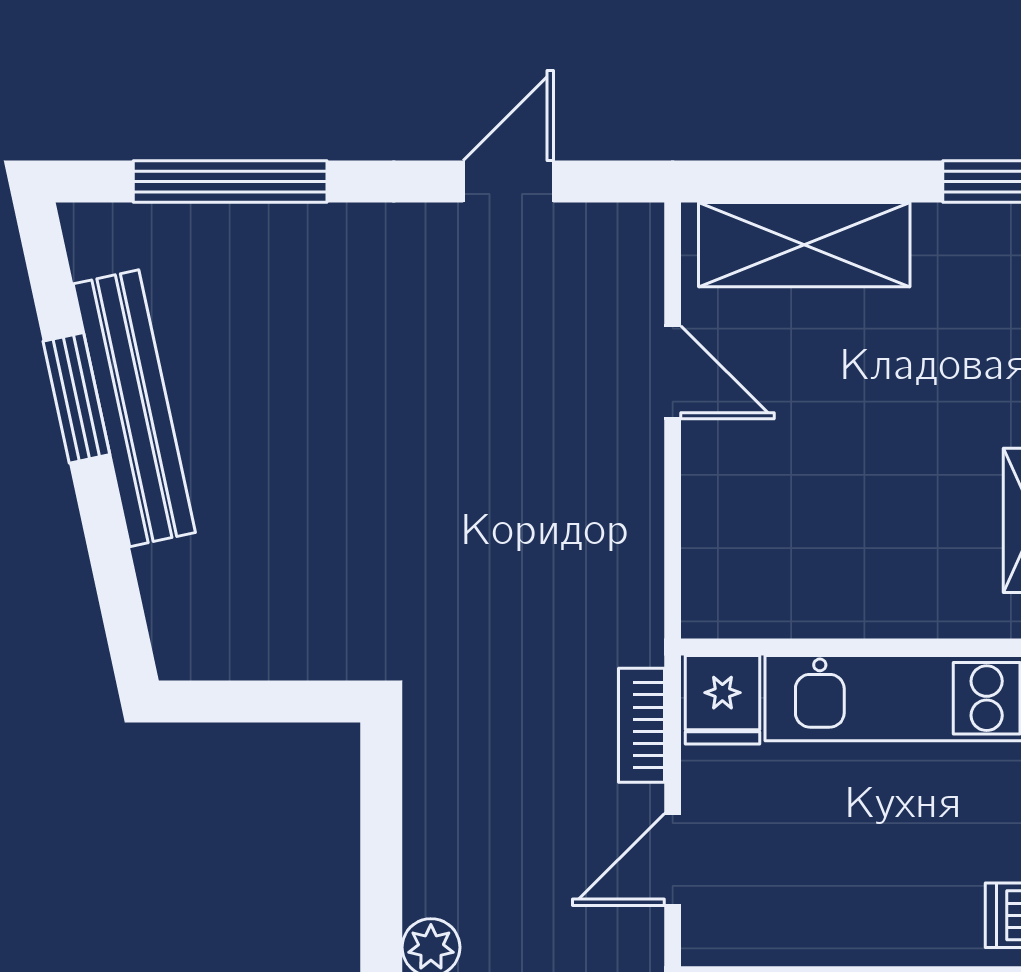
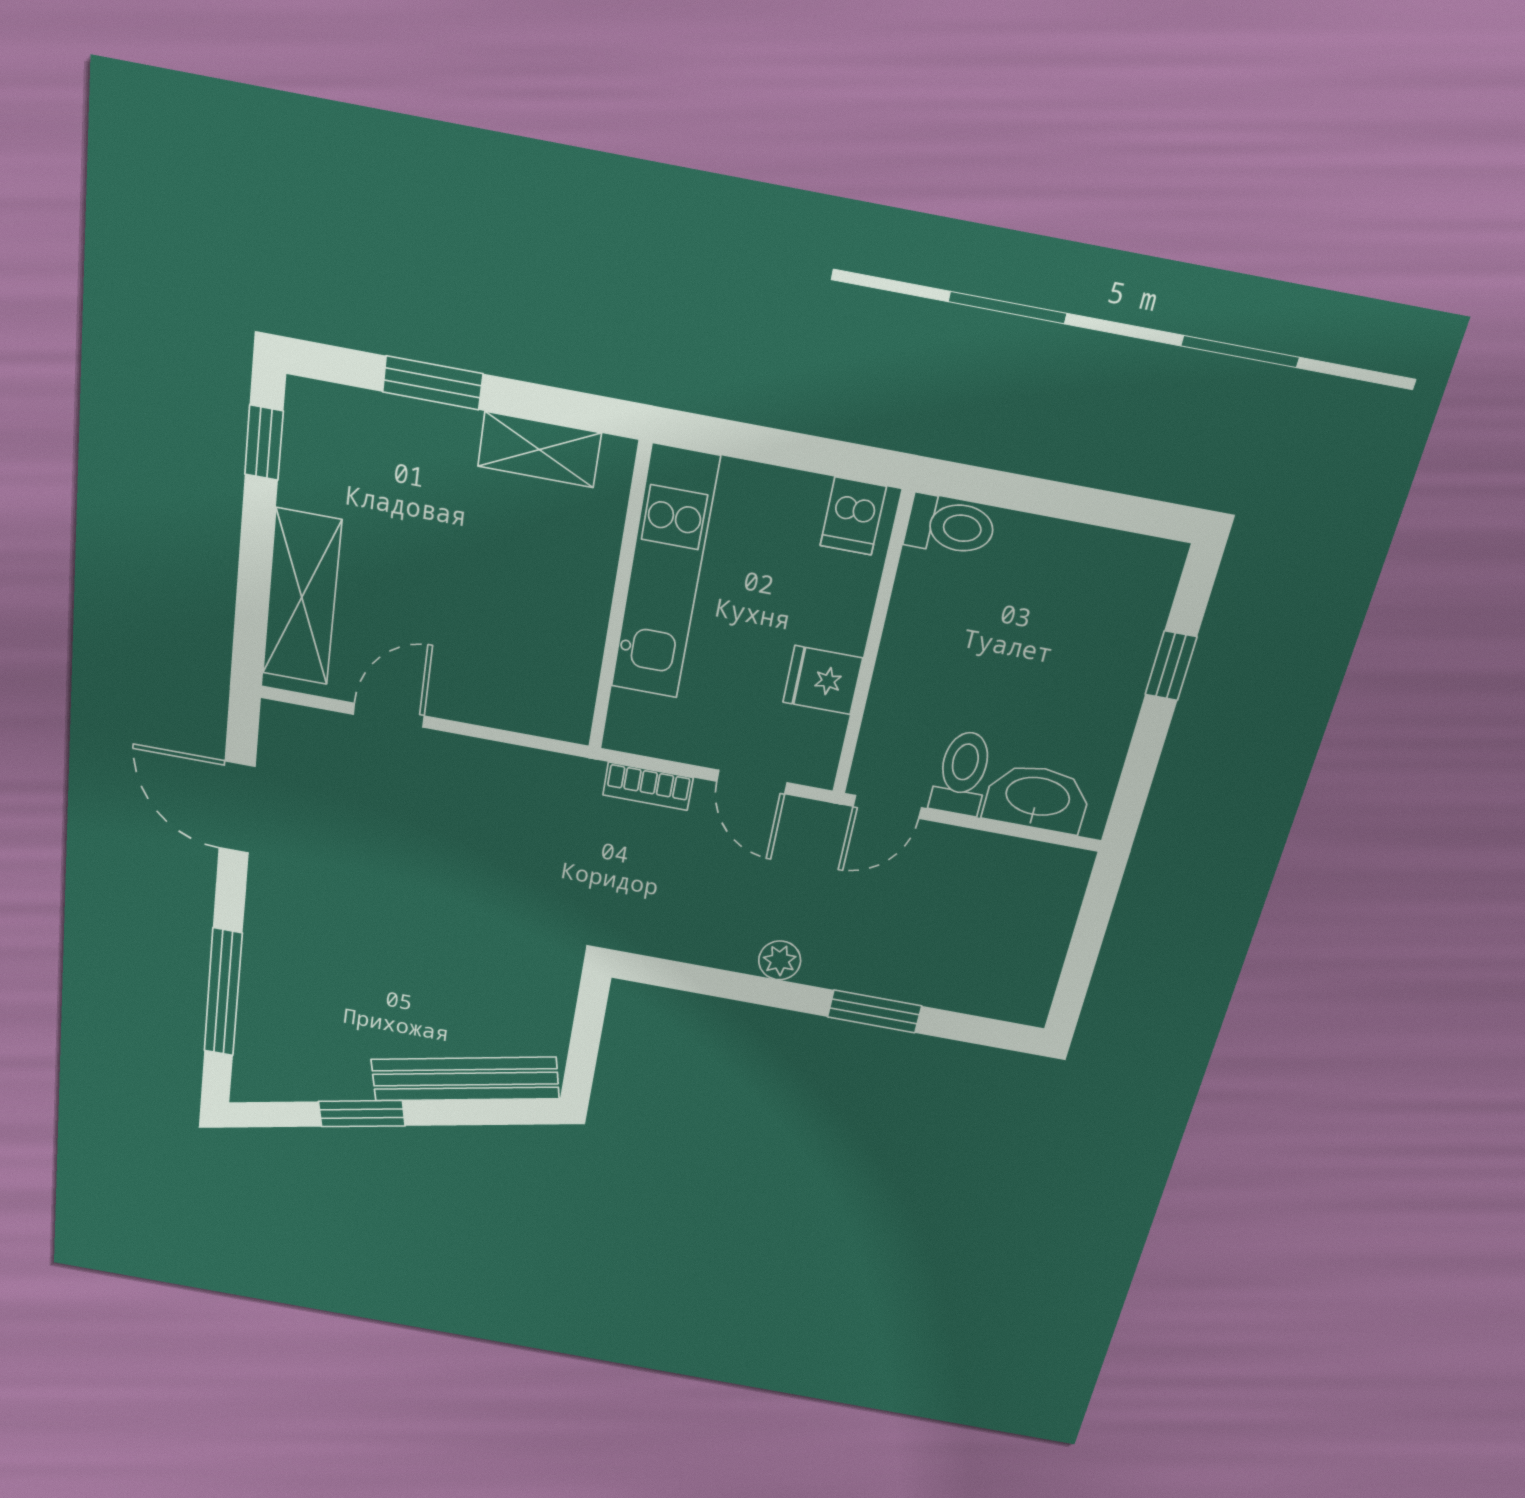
door: (508, 181) -> (237, 807), width x1.38
bench: (134, 408) -> (465, 1079), moved
fridge: (722, 700) -> (823, 680), moved, turned 180

